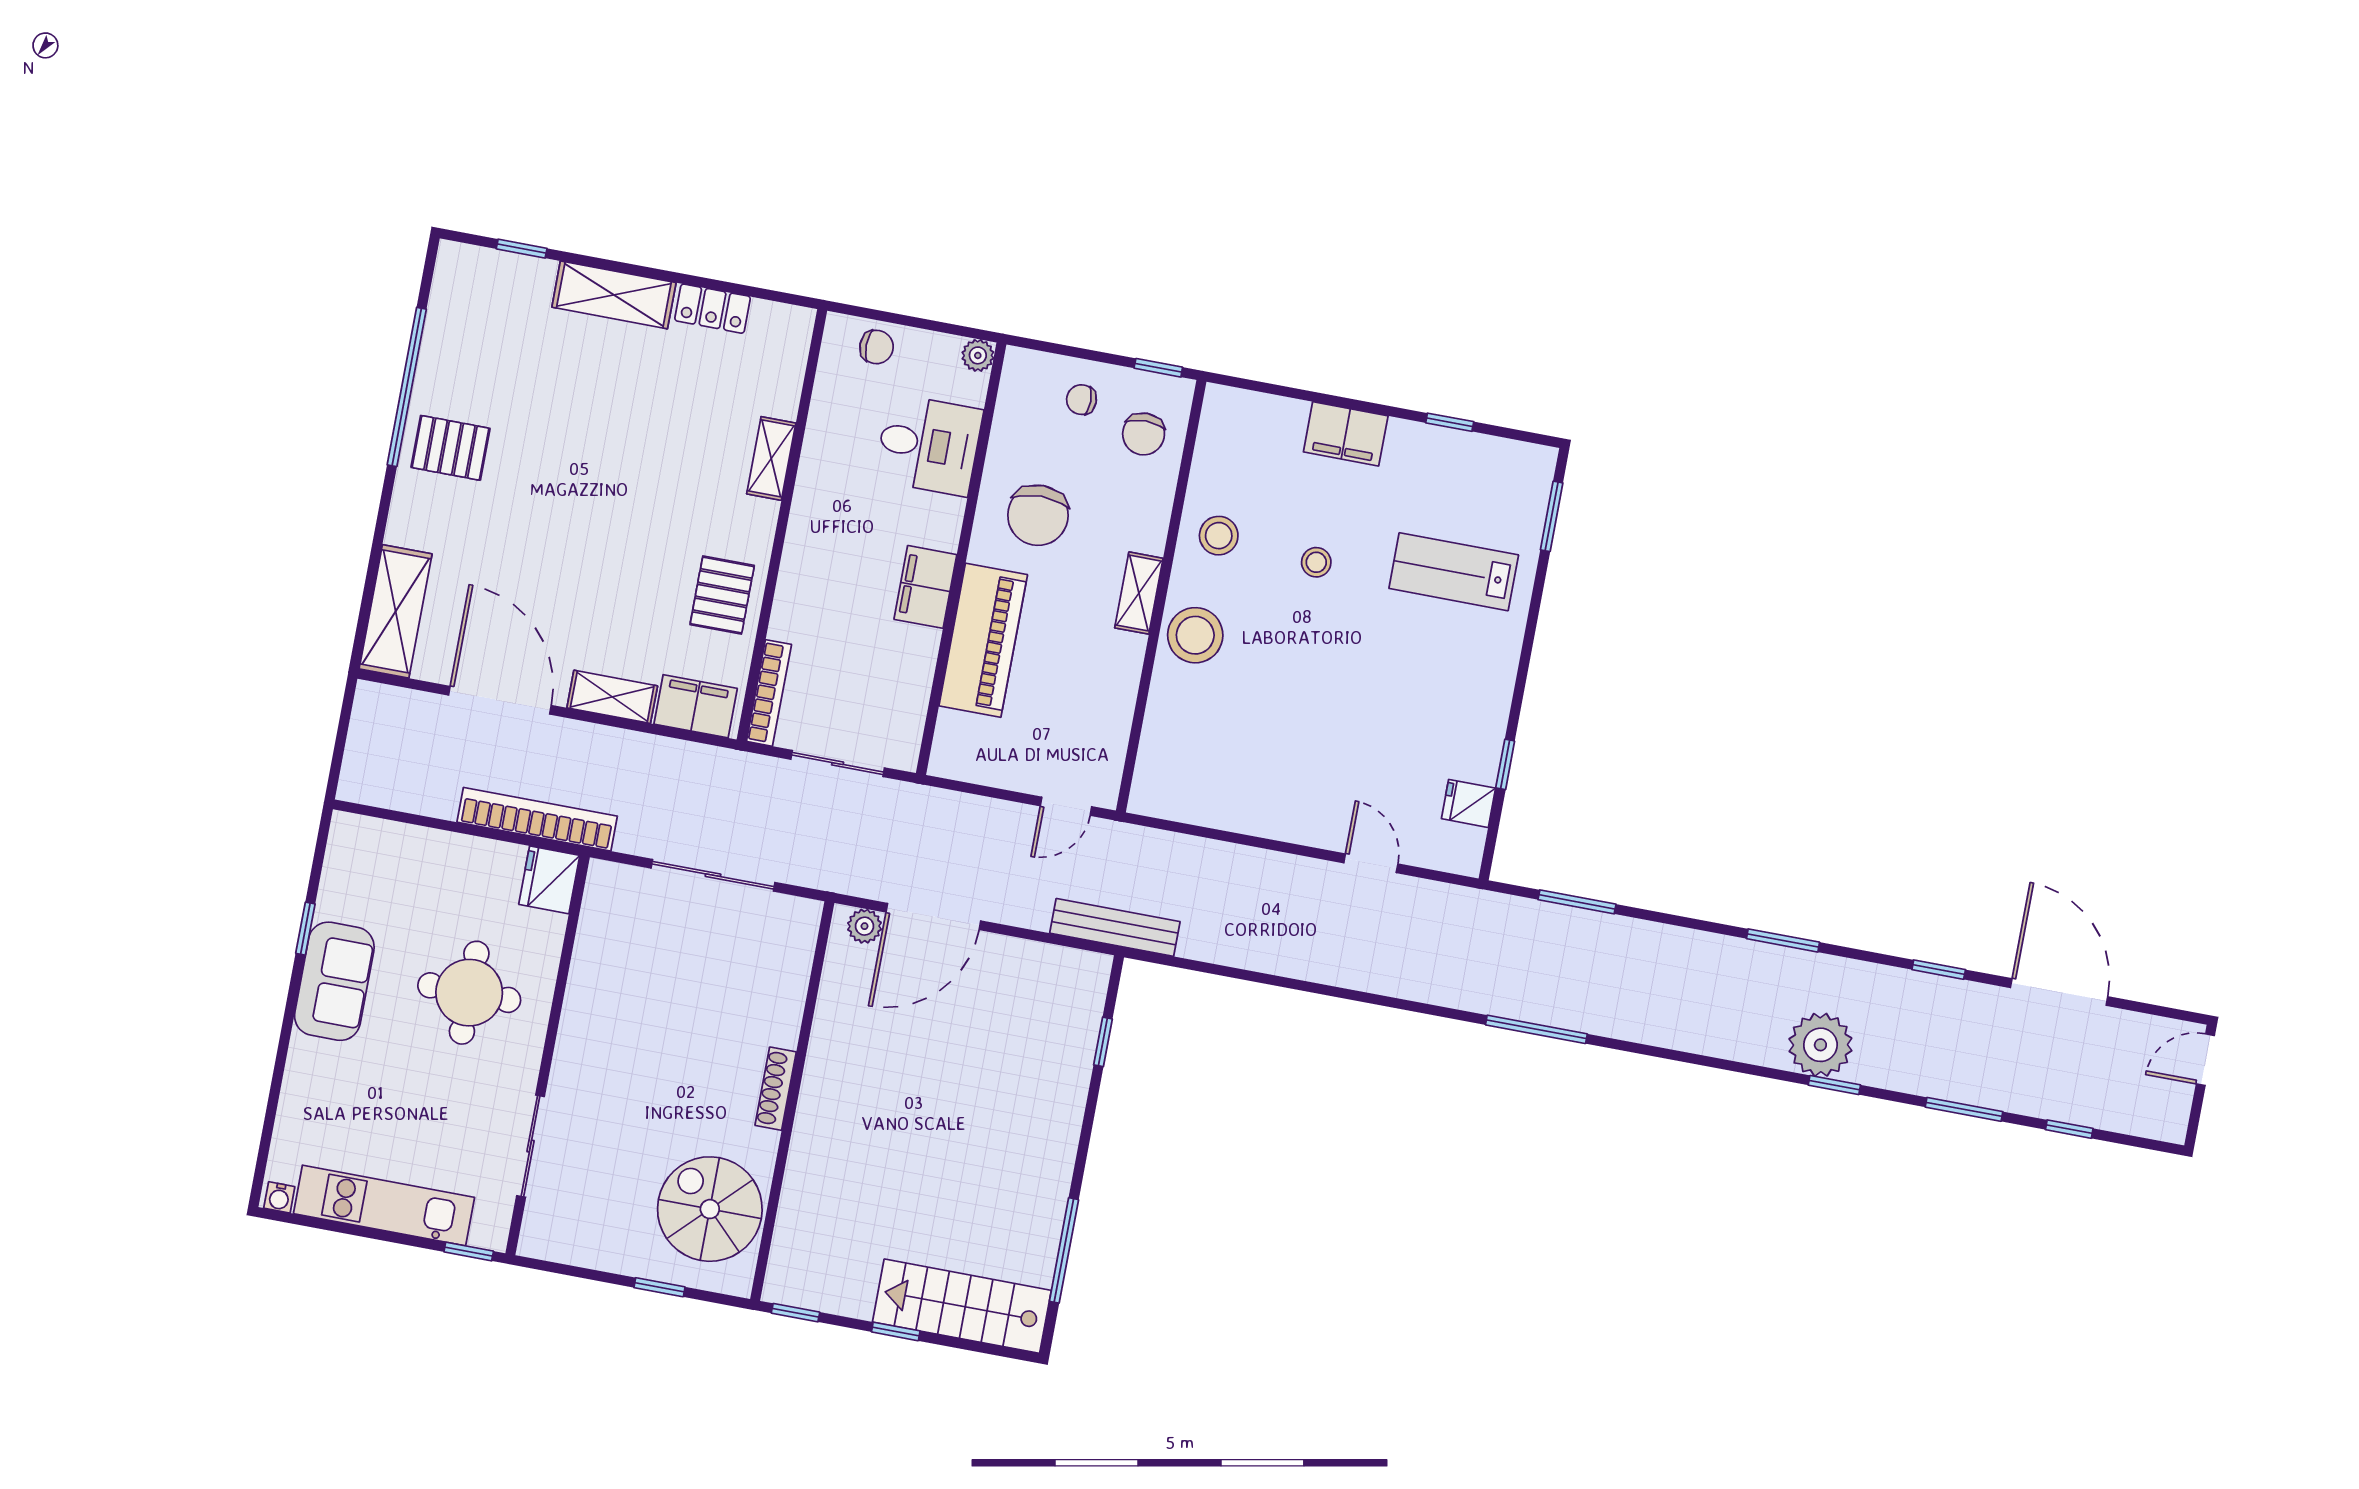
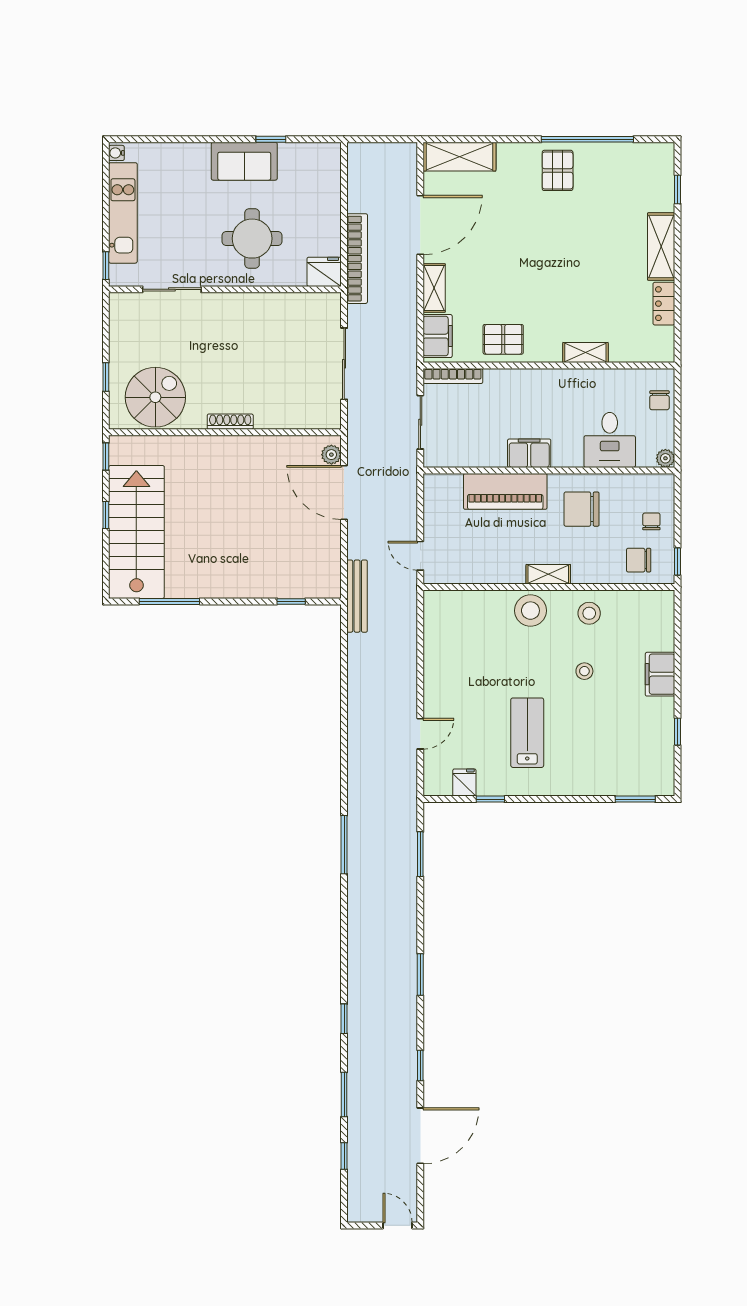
lab bench: (1454, 572) -> (527, 733), moved
plant: (1820, 1045) -> (365, 1007), removed
stairs: (962, 1306) -> (136, 532), width x1.36, depth x1.51

